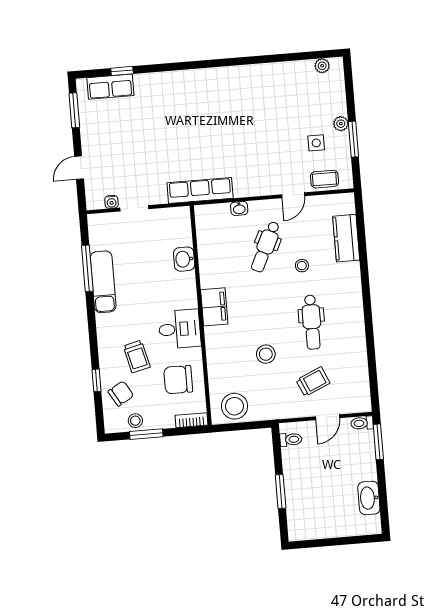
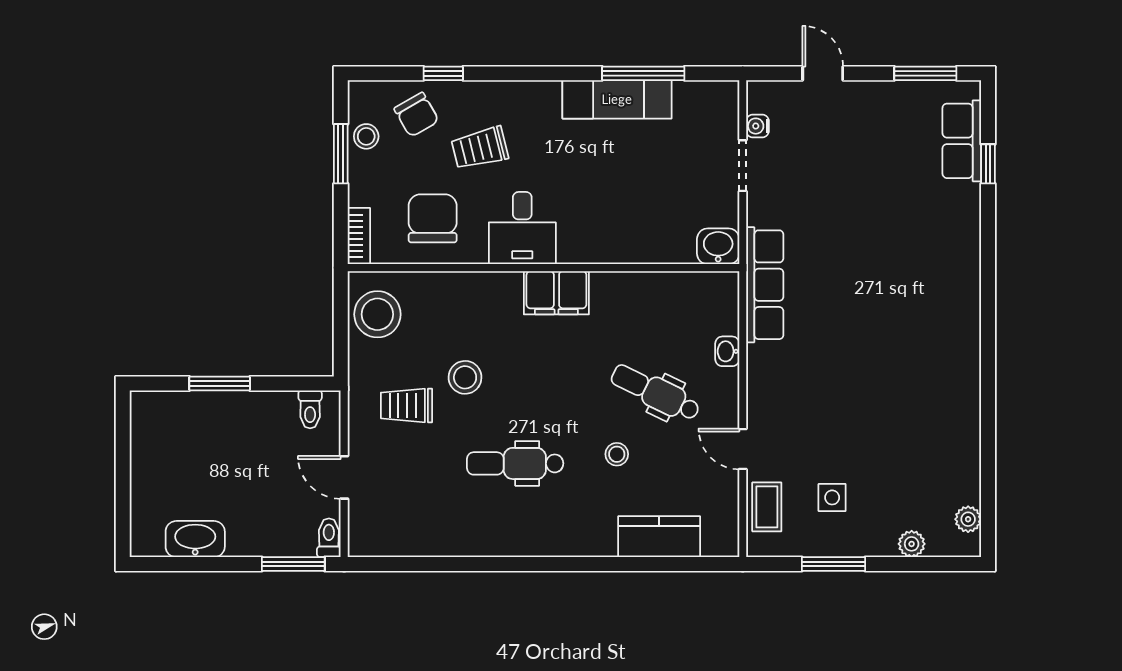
plant: (341, 124) -> (912, 544), moved
washbasin: (184, 259) -> (718, 246), moved
trolley: (313, 382) -> (406, 405), moved, turned 114

